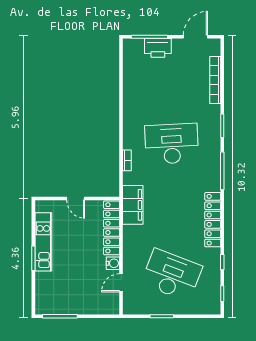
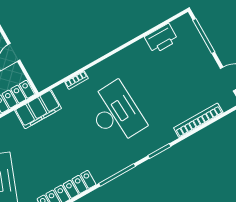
printer: (158, 48) -> (161, 39), moved, turned -90

